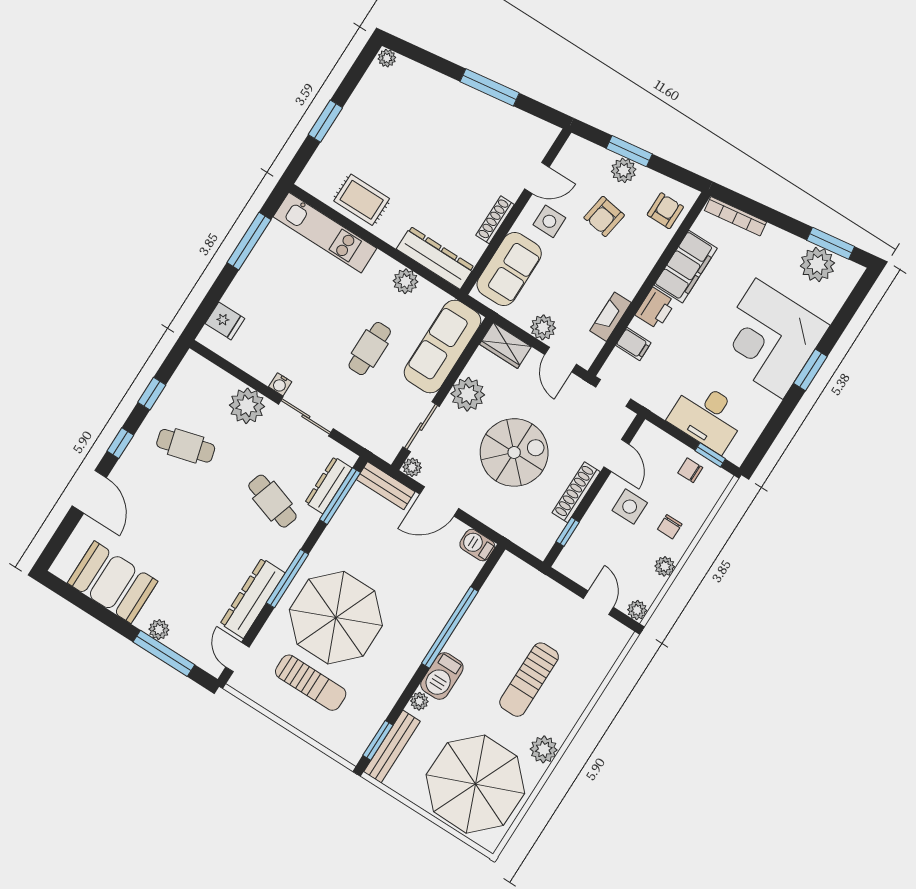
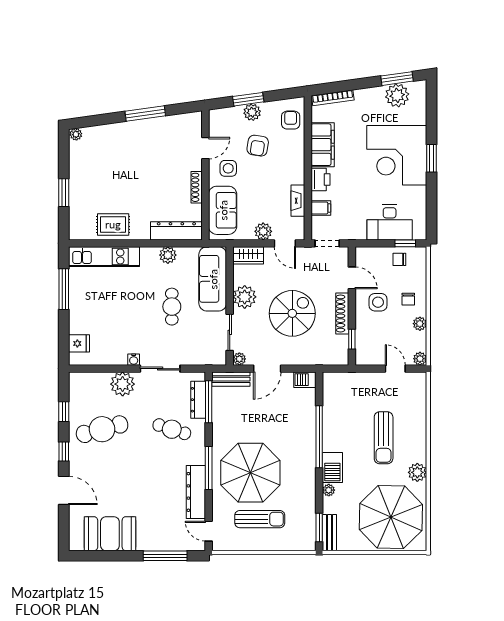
cafe table: (186, 446) -> (102, 429), width x1.37, depth x1.35
plant: (159, 630) -> (154, 544), removed
bench: (392, 747) -> (329, 533), width x0.73

